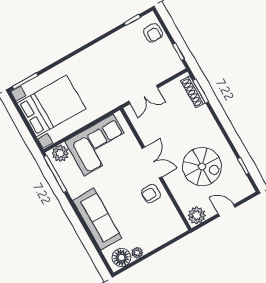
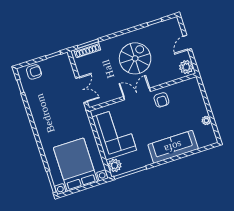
spiral stairs: (202, 167) -> (135, 58), moved
floor lamp: (121, 258) -> (208, 134), removed

